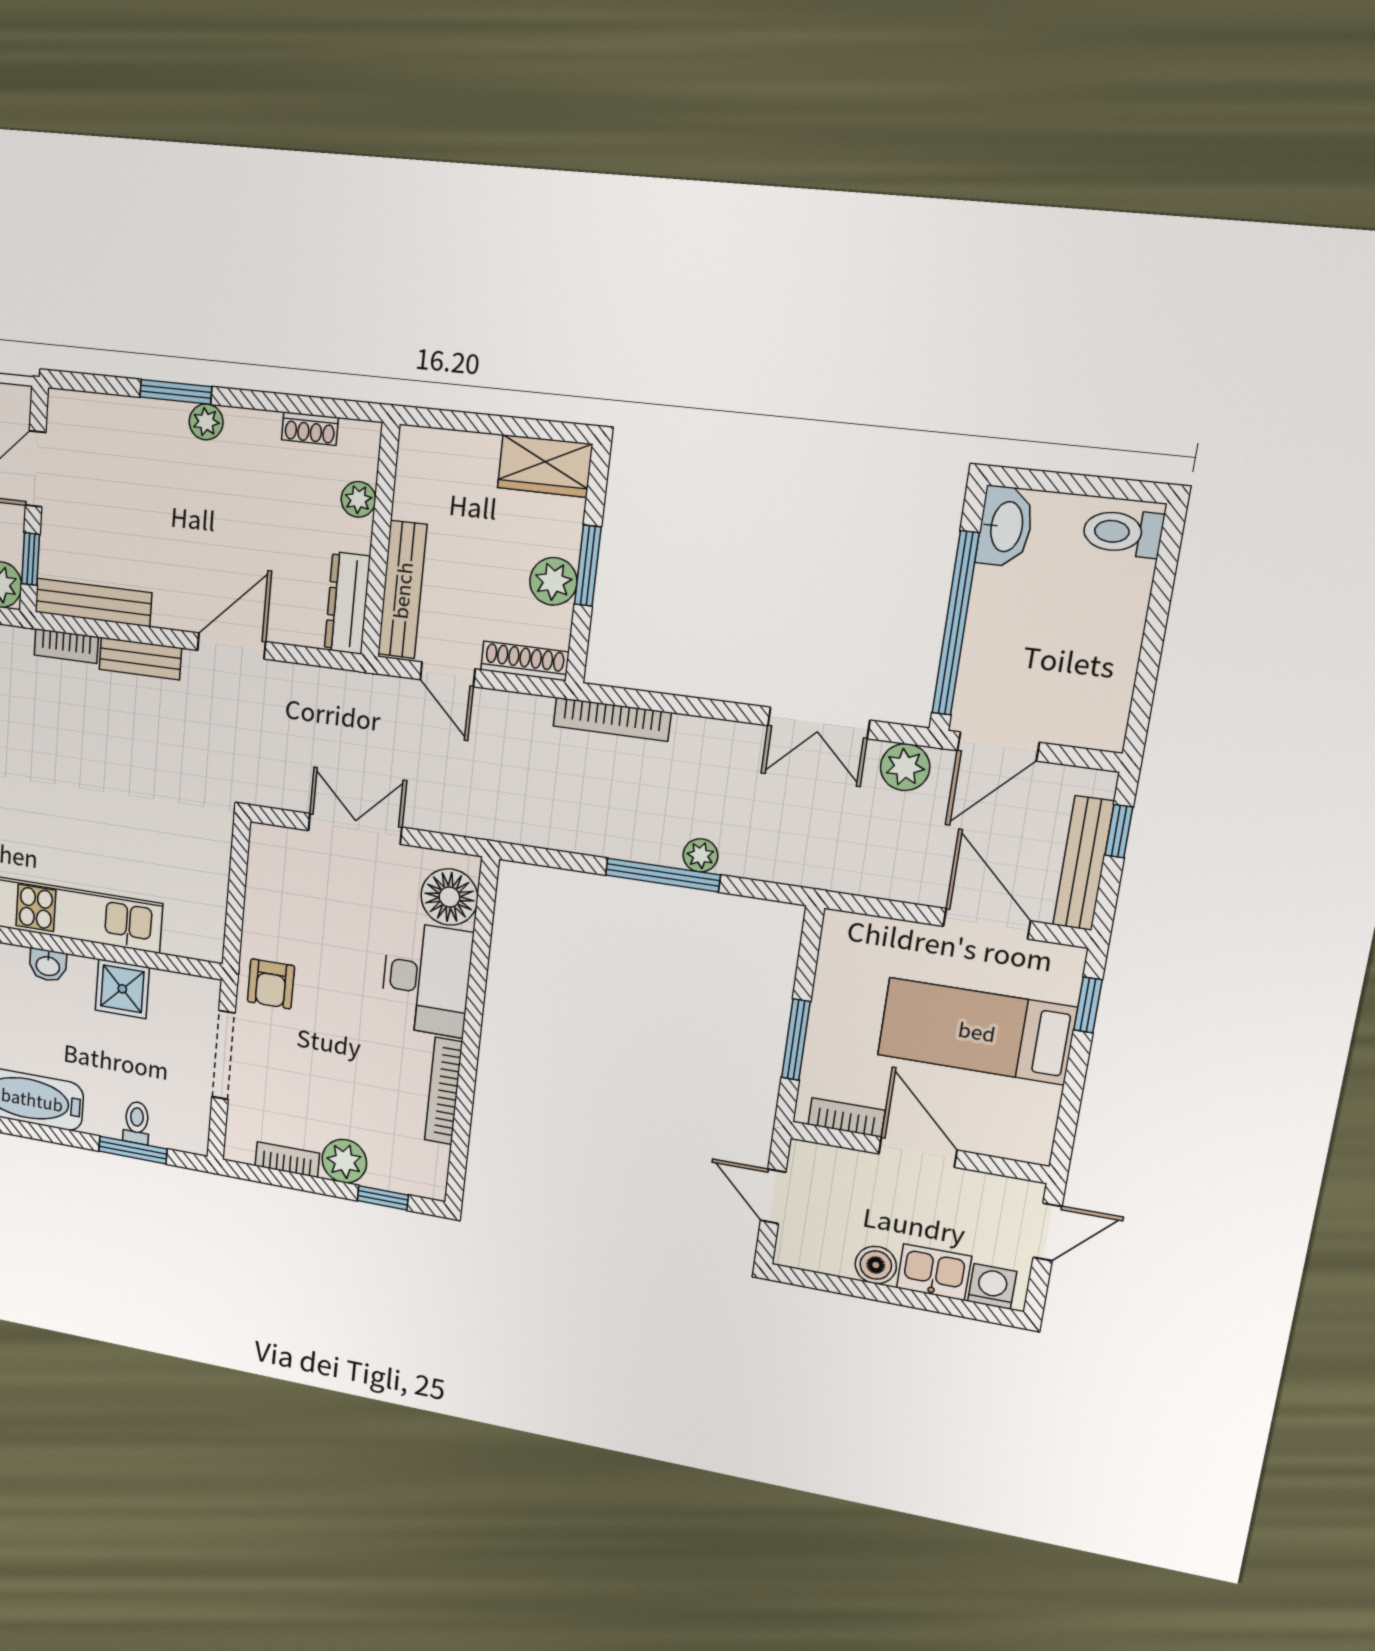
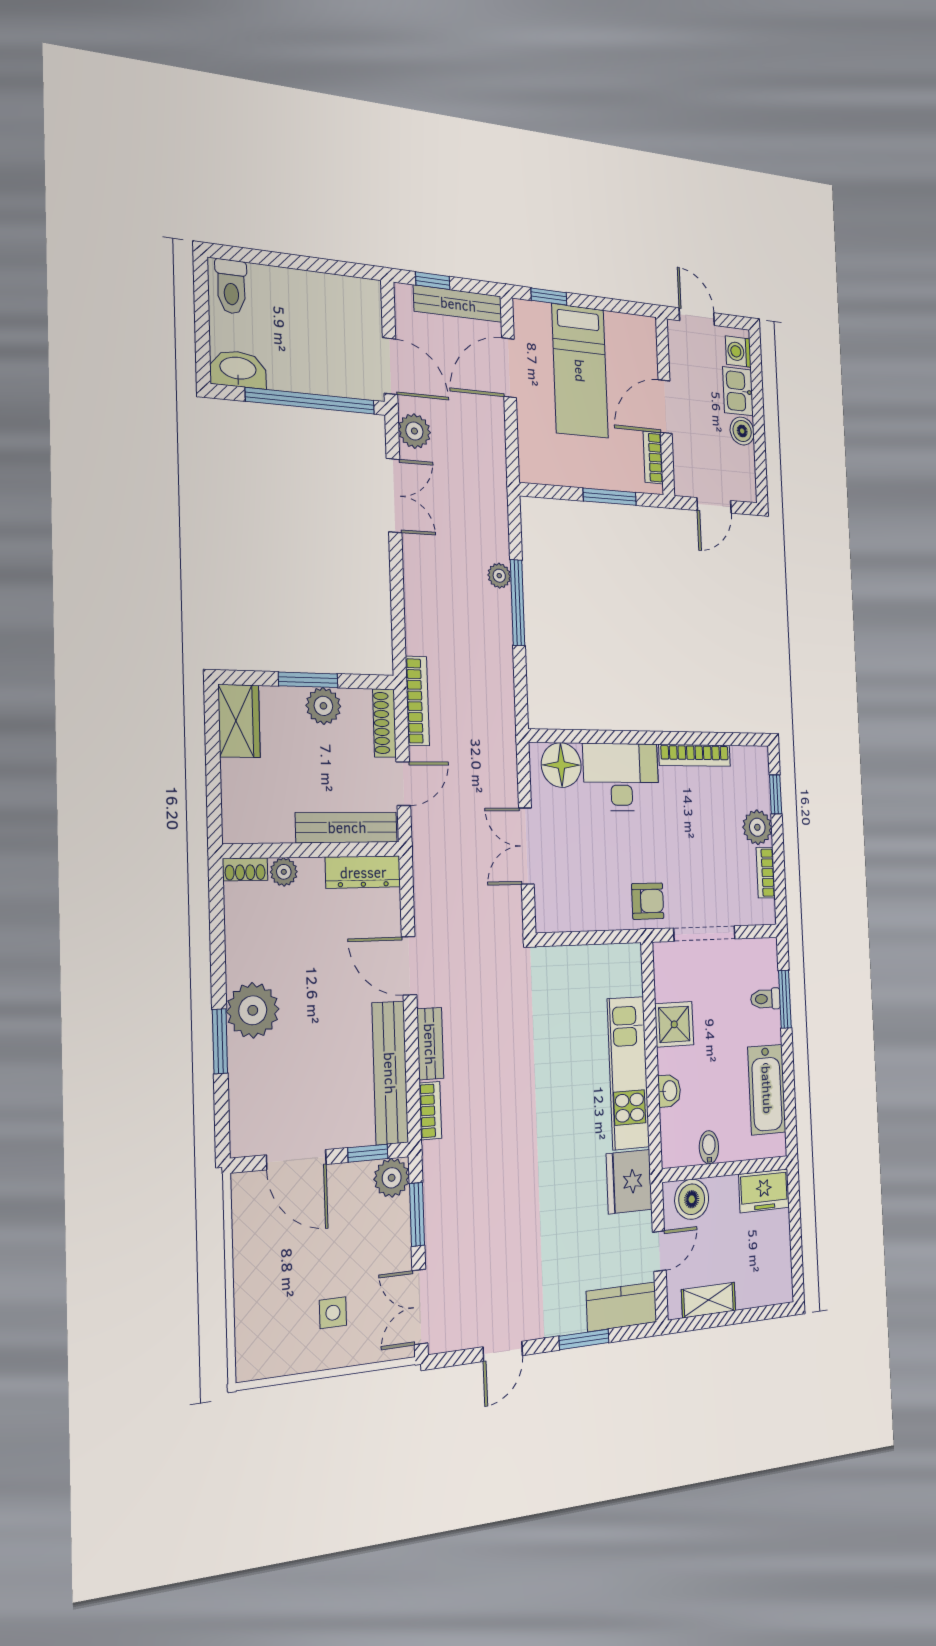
plant: (206, 422) -> (253, 1010), width x1.87, depth x1.87
shoe rack: (310, 429) -> (245, 869), moved, turned 90
bench: (93, 602) -> (390, 1073), width x1.37, depth x1.21
bookcase: (612, 719) -> (417, 701), moved

